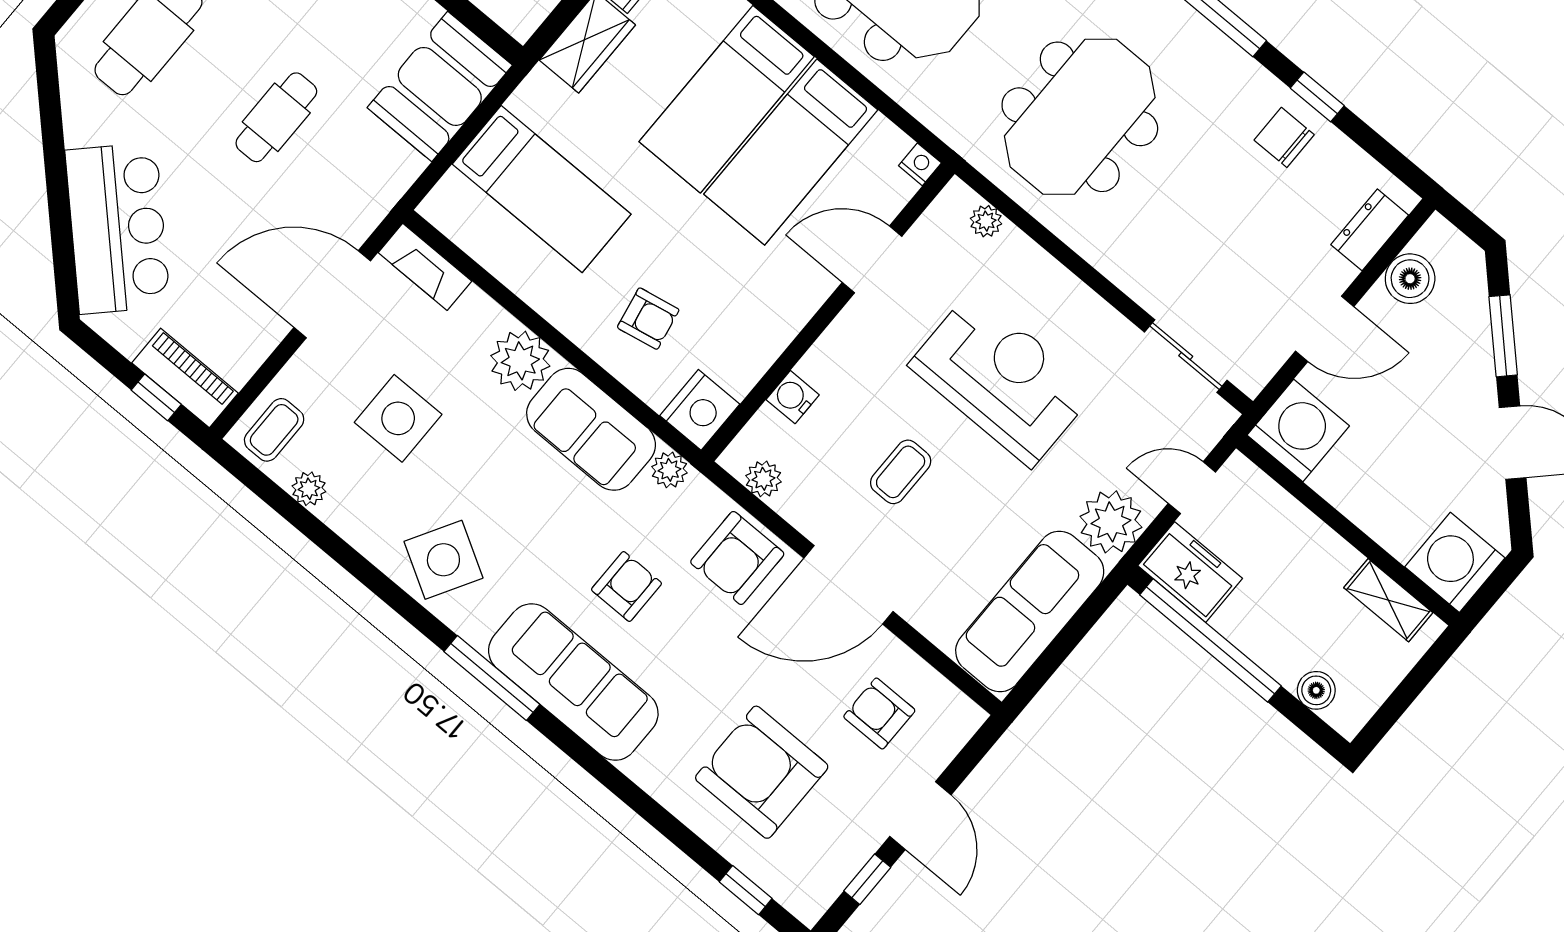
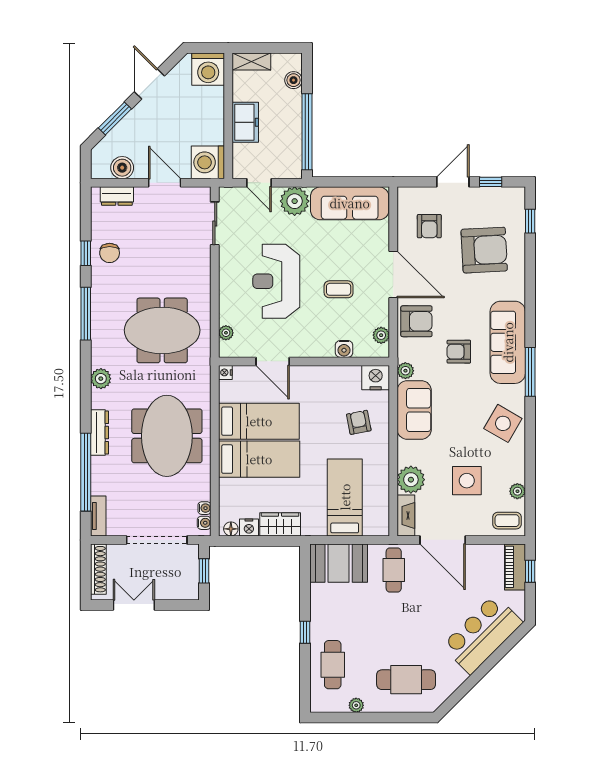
cafe table: (276, 117) -> (394, 570), moved, turned 90
plant: (520, 361) -> (411, 480), moved
freezer: (1190, 572) -> (245, 122), moved, turned 180
shelving: (1388, 600) -> (251, 61), moved, turned 90
armchair: (762, 772) -> (484, 250), turned -93

